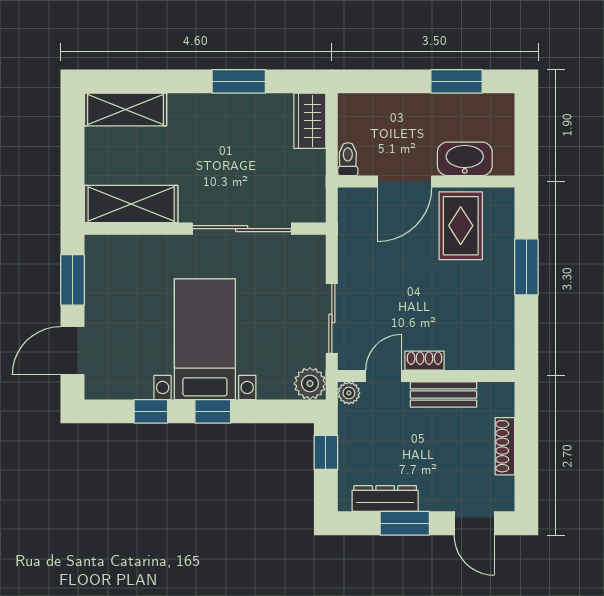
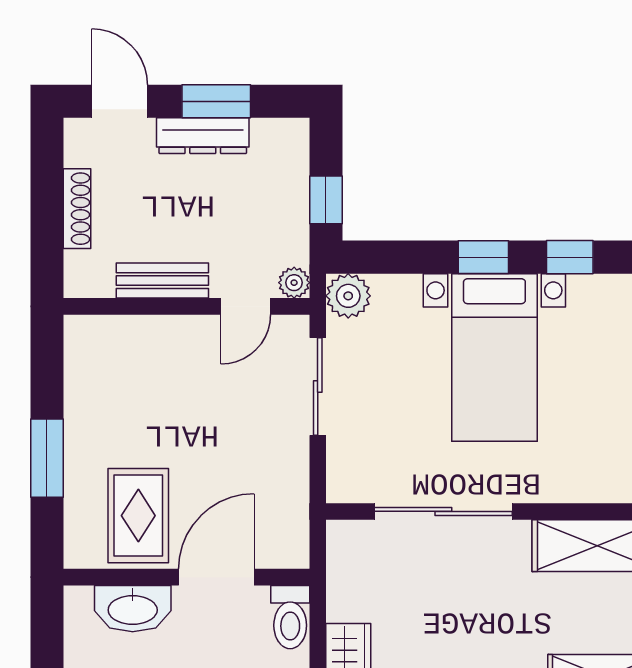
toilet: (348, 159) -> (290, 617), width x1.37, depth x1.39
shoe rack: (425, 361) -> (189, 328), removed
dresser: (385, 499) -> (203, 136), moved

